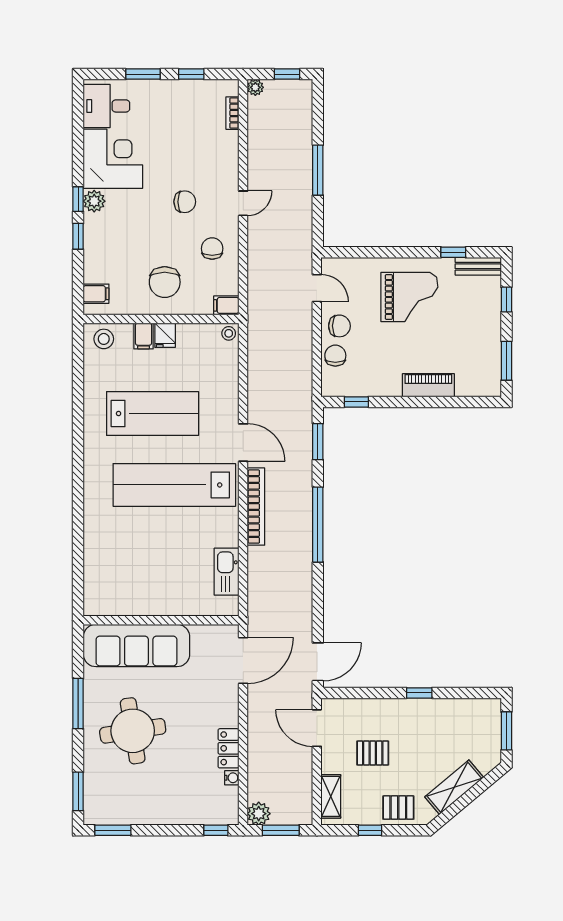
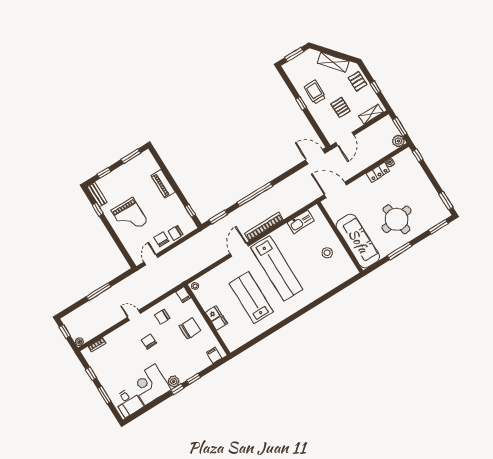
grand piano: (409, 297) -> (129, 216), turned 180
stool: (104, 339) -> (327, 253), moved
trolley: (424, 727) -> (315, 92), added

